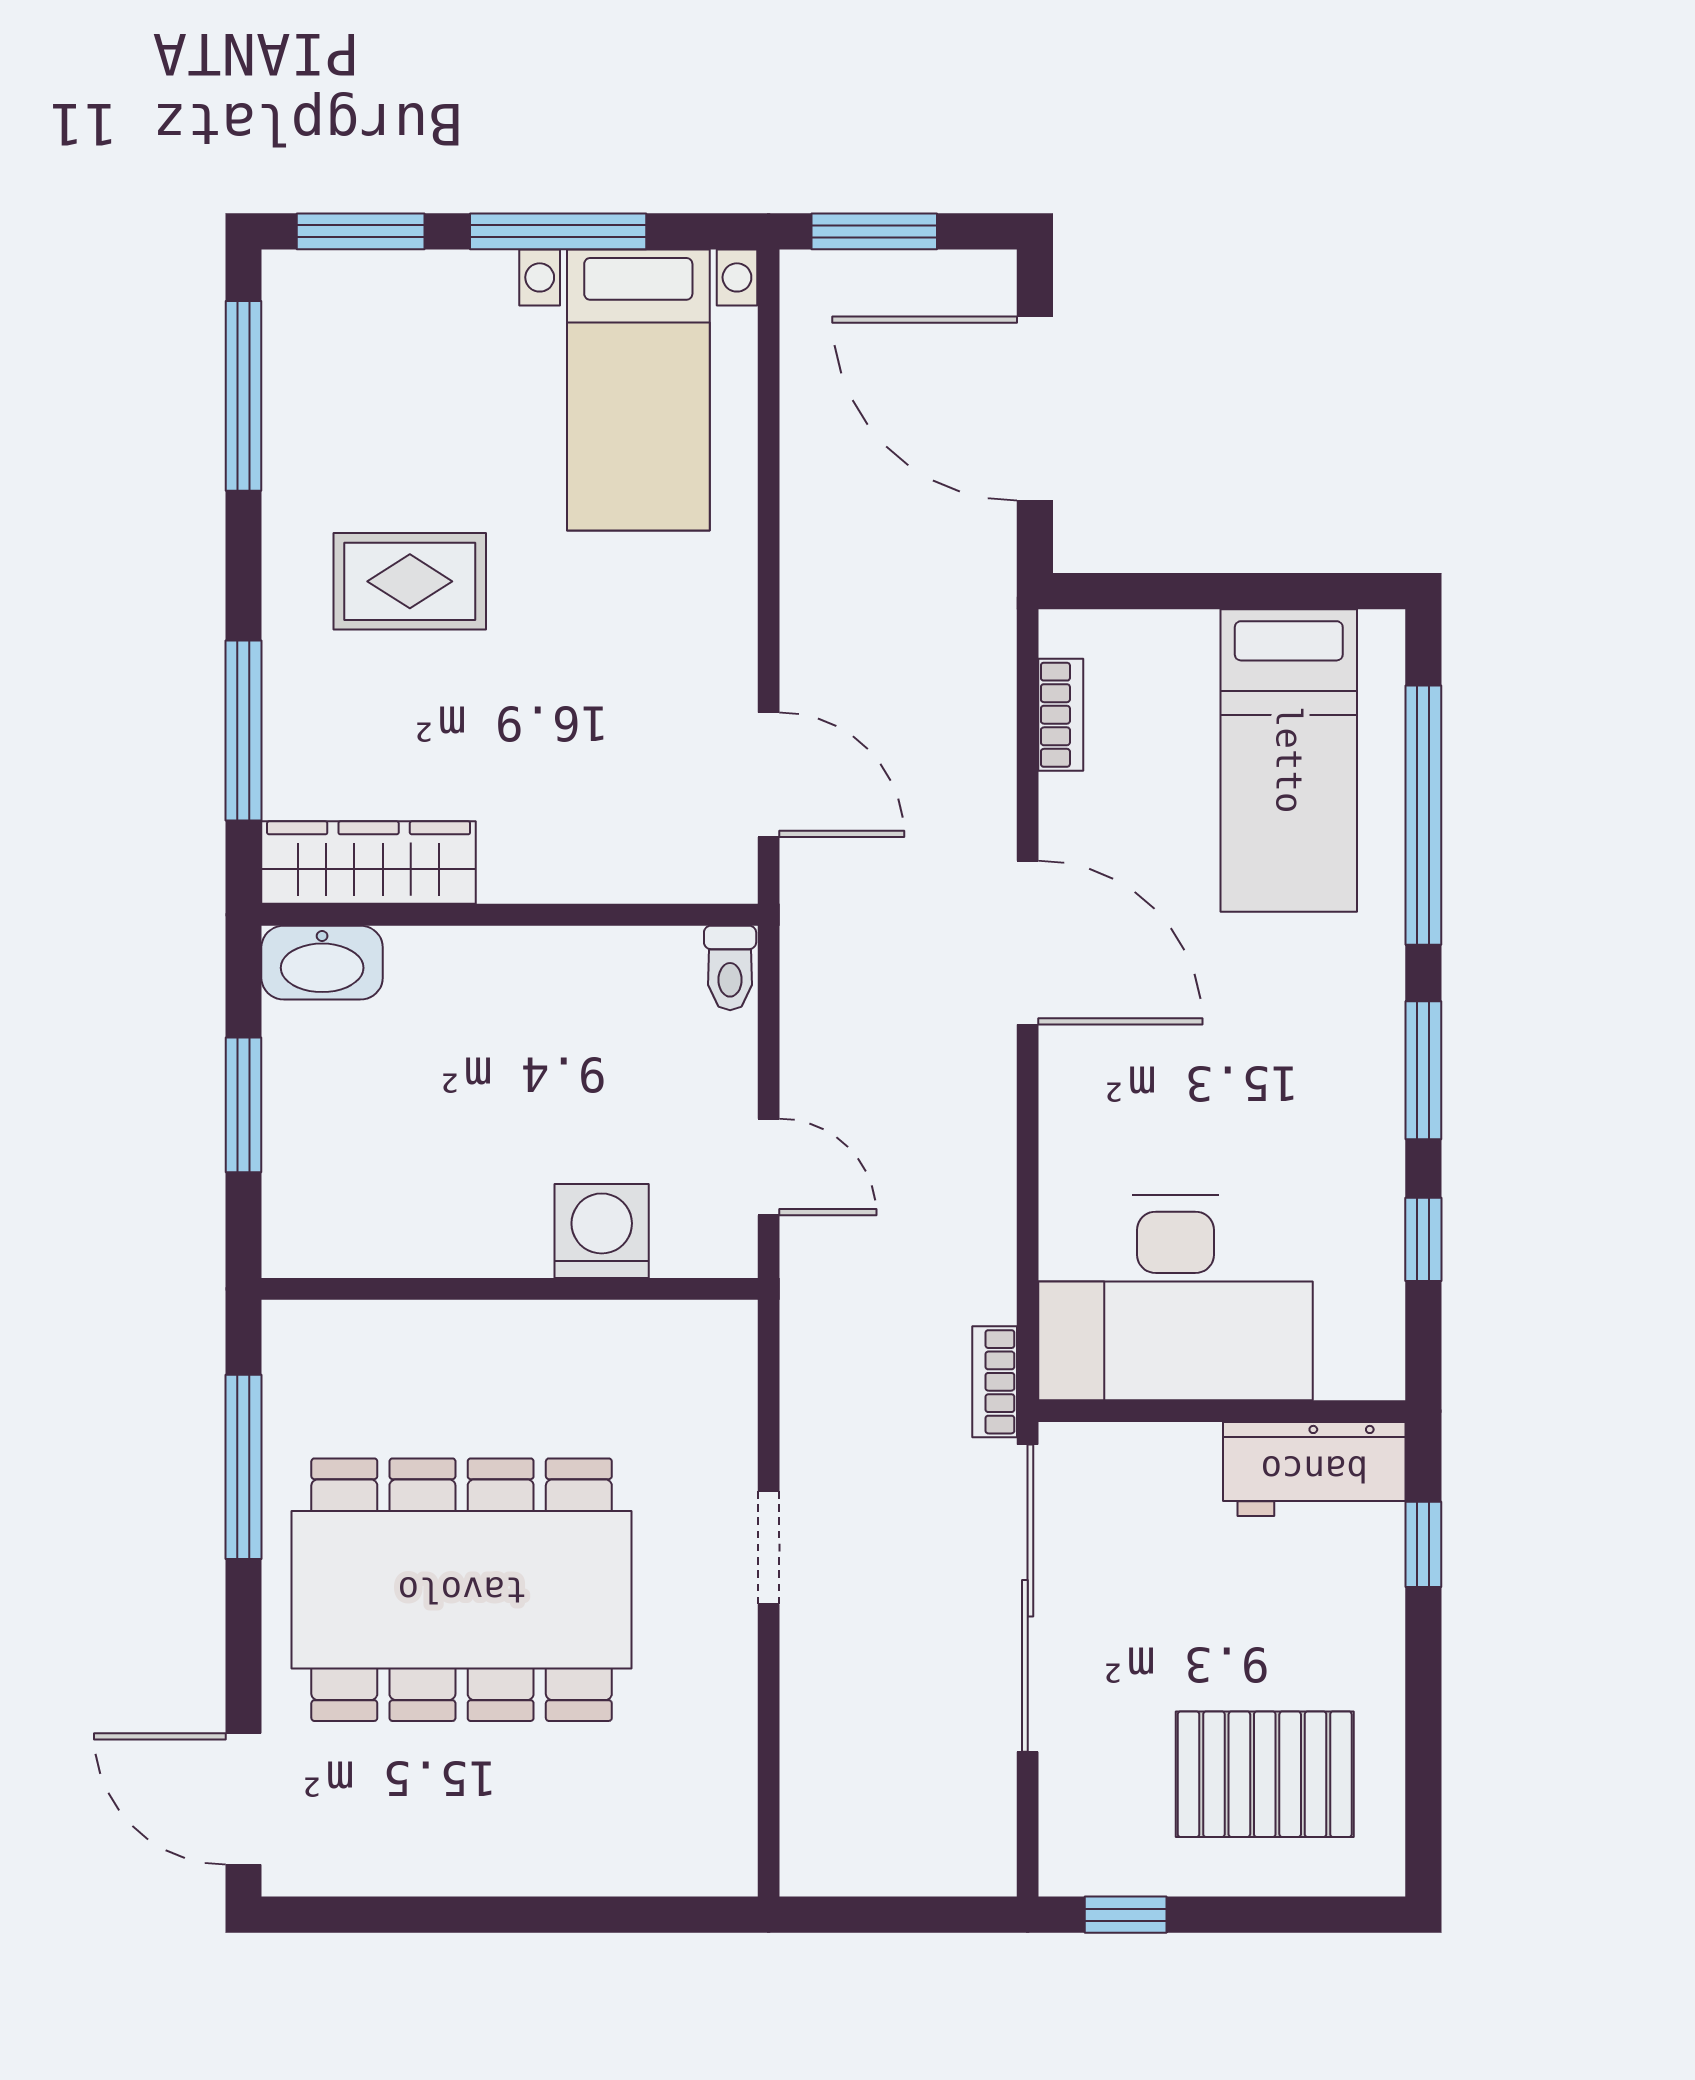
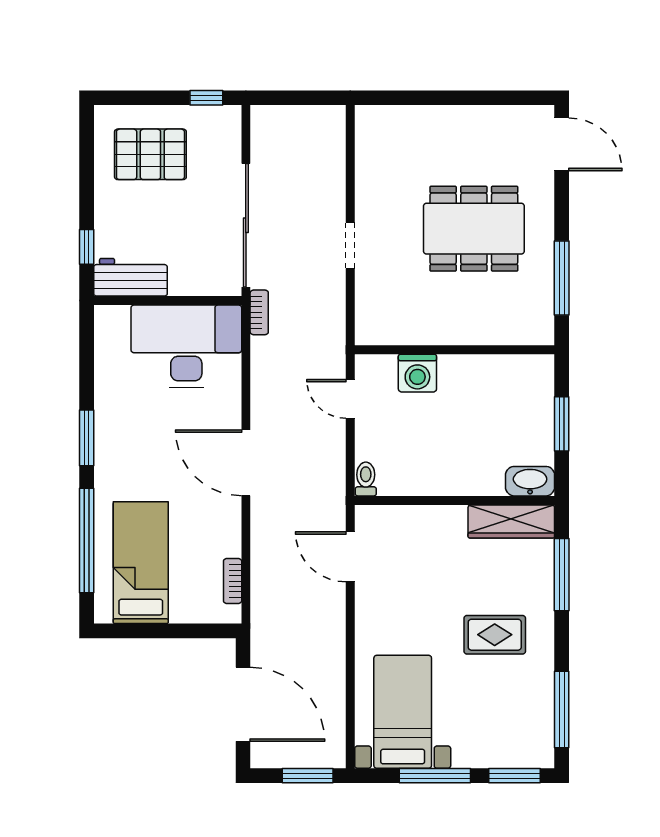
door: (1028, 943) -> (246, 463), moved
window: (1423, 1239) -> (87, 370), removed
dining table: (462, 1590) -> (474, 229), width x0.73, depth x0.80

